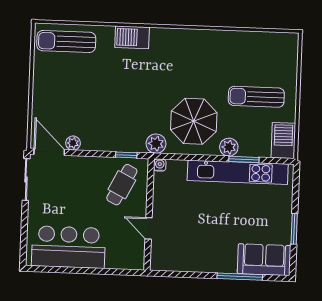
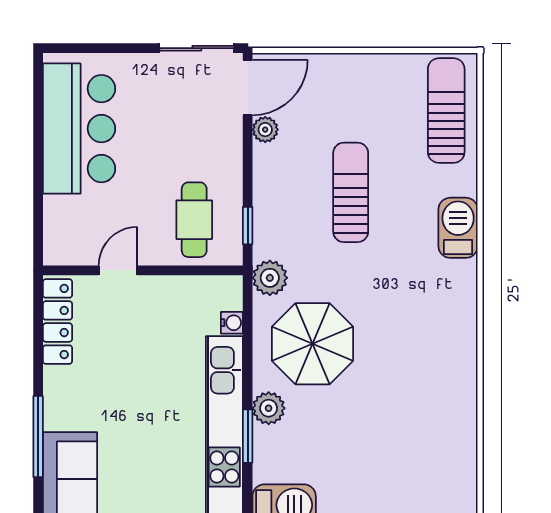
sun lounger: (256, 97) -> (351, 192), moved
water cooler: (160, 165) -> (232, 323), moved
cafe table: (122, 185) -> (194, 220), turned 63
locker: (176, 263) -> (57, 321), added

